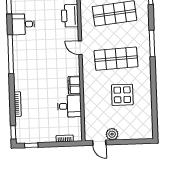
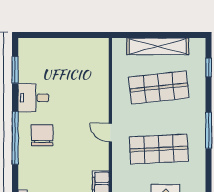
printer: (70, 16) -> (98, 88), removed
chair: (30, 51) -> (42, 135), added

